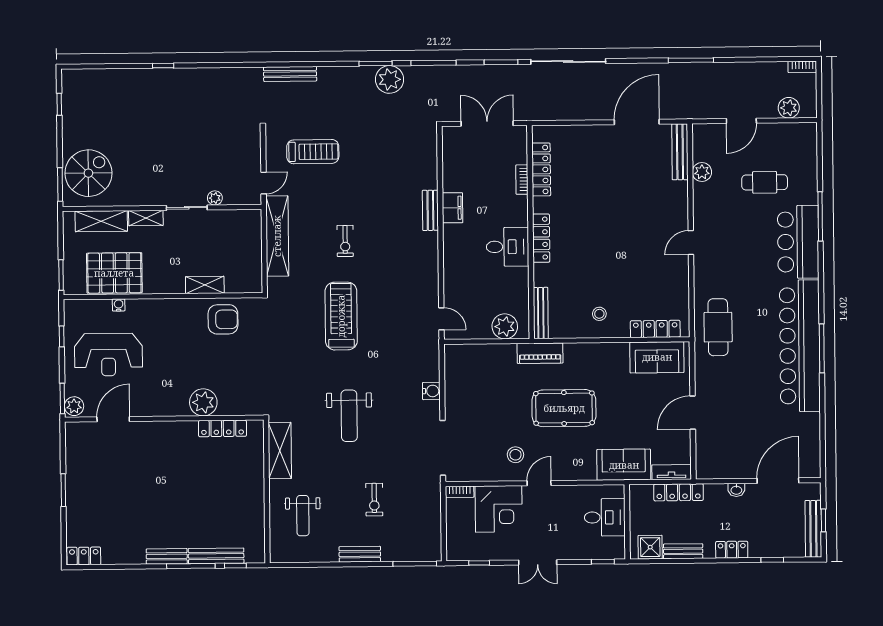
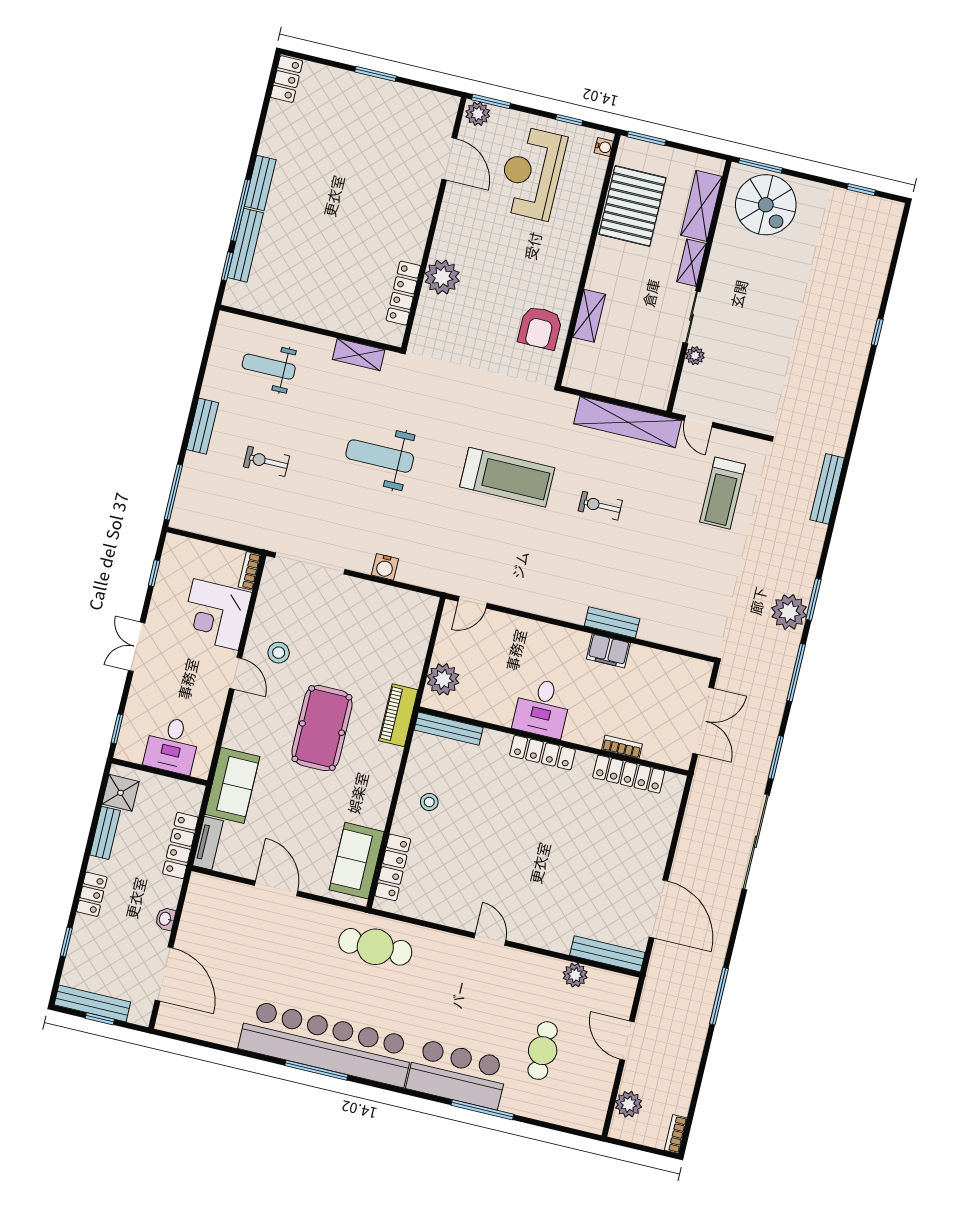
water cooler: (119, 305) -> (604, 147), moved
shelving: (280, 450) -> (359, 355), width x0.67, depth x0.75

